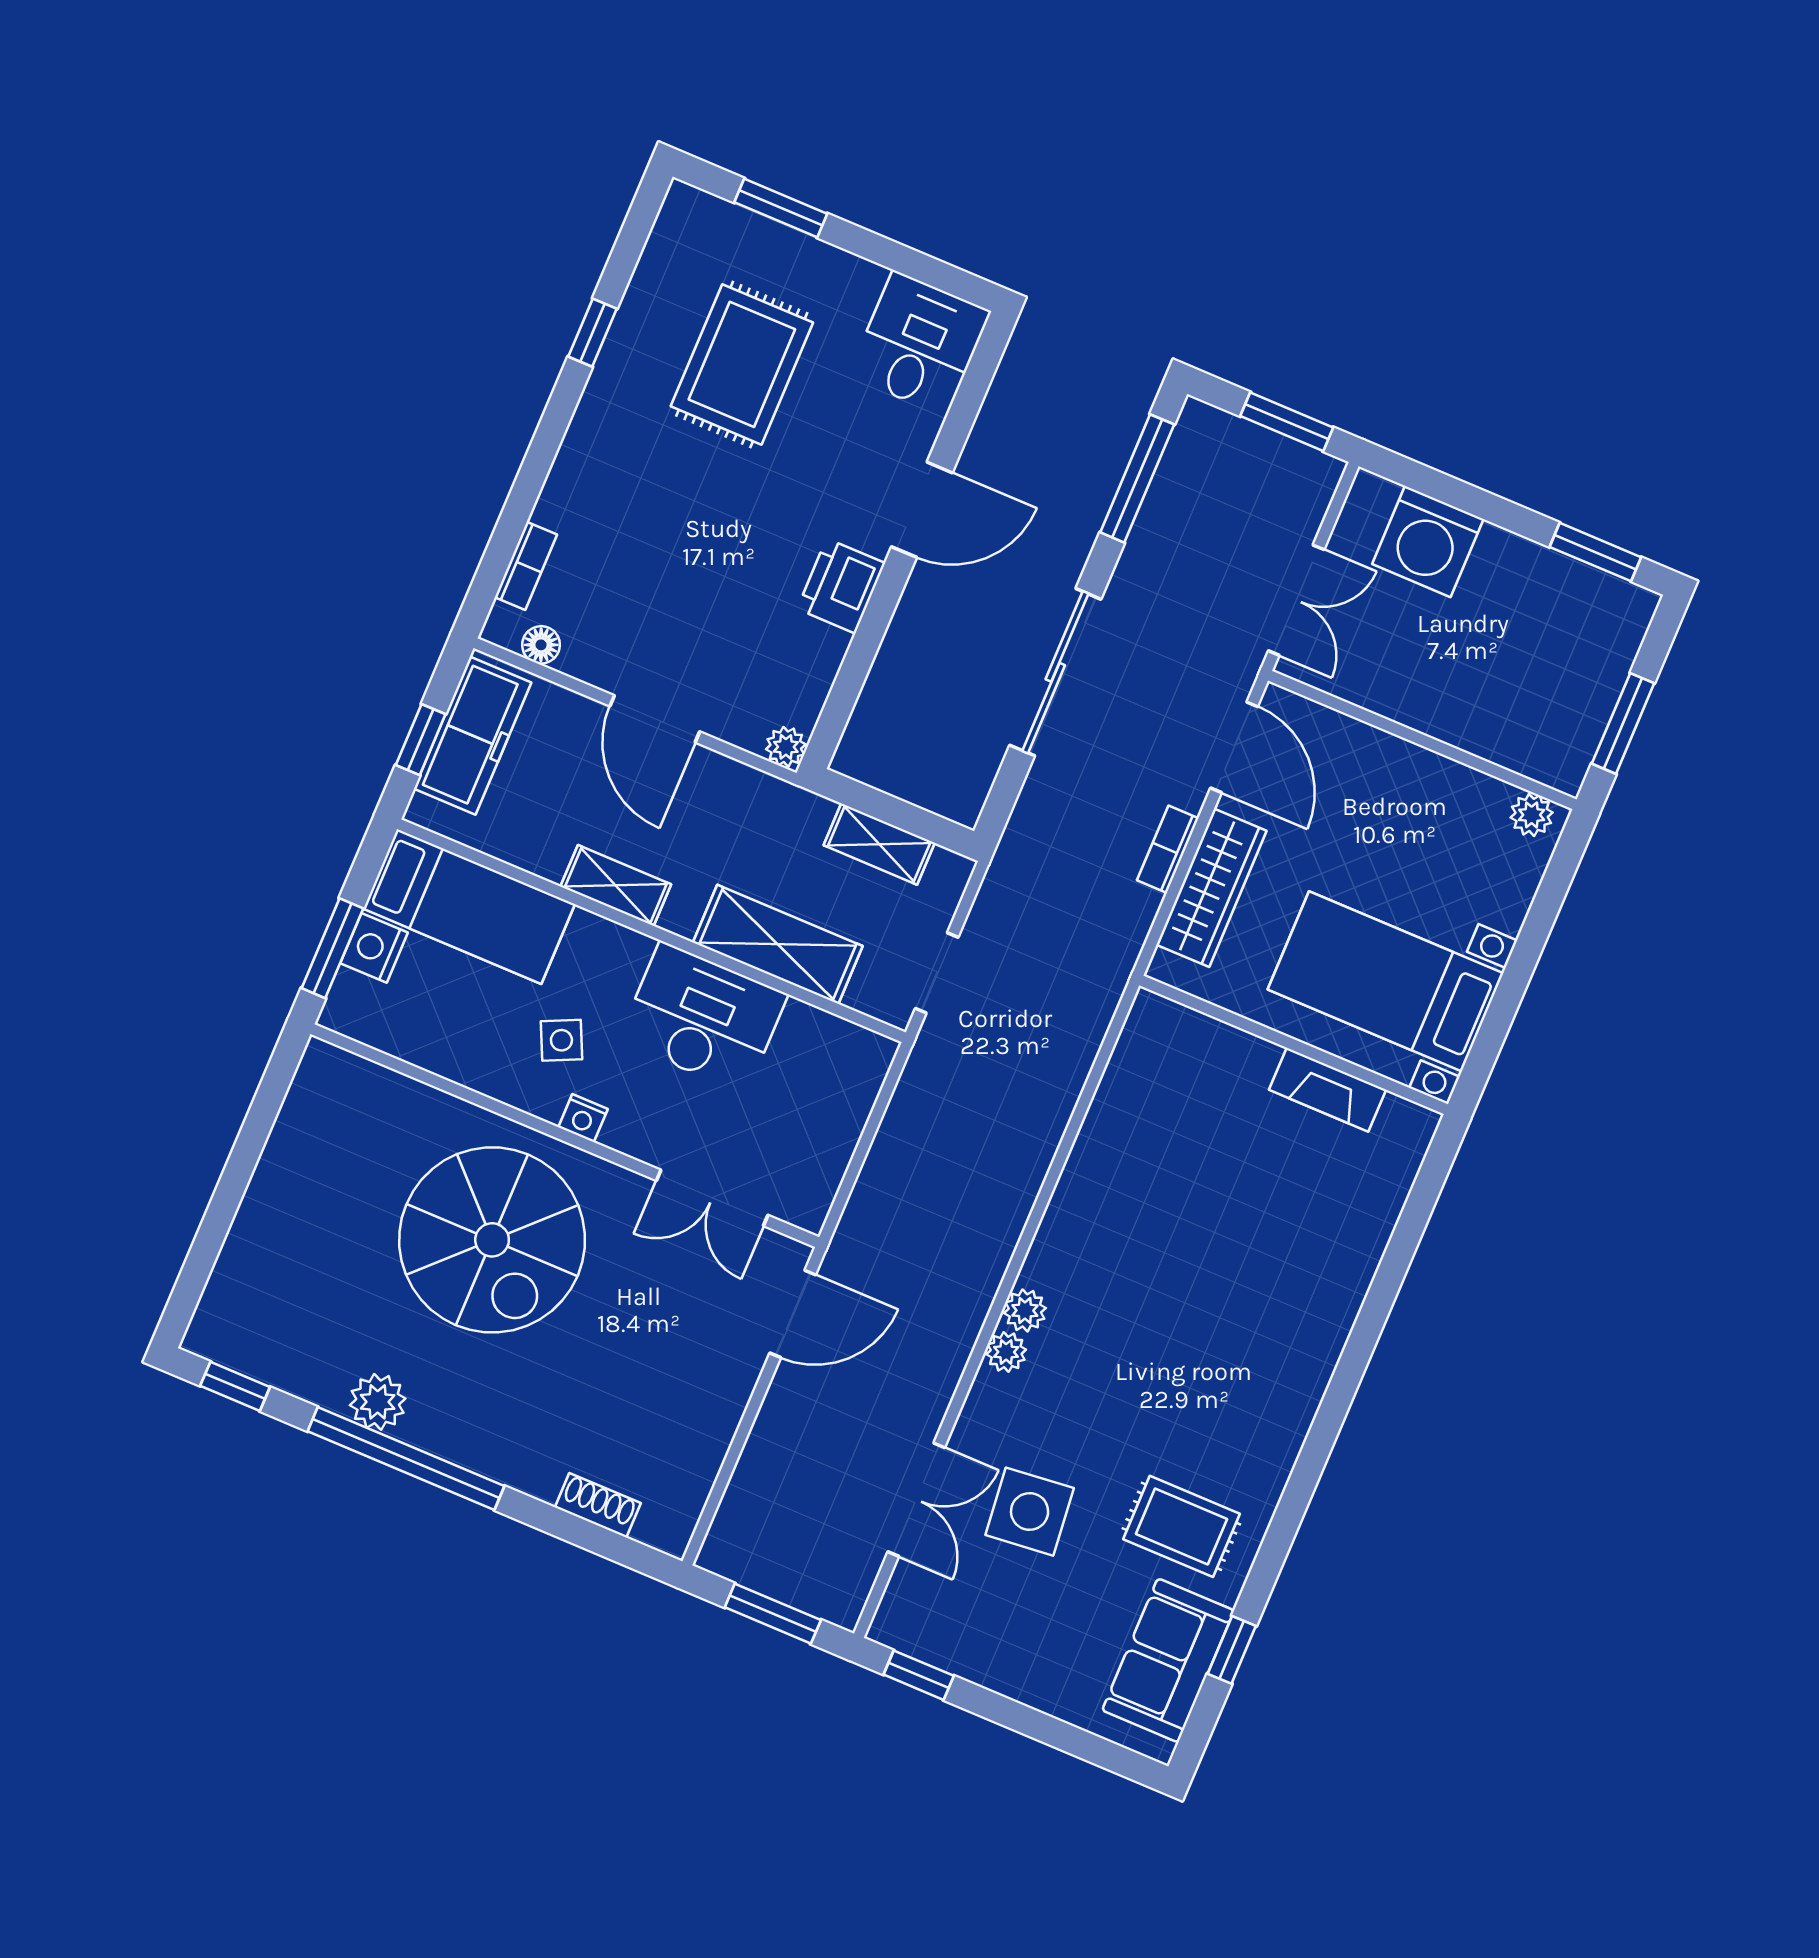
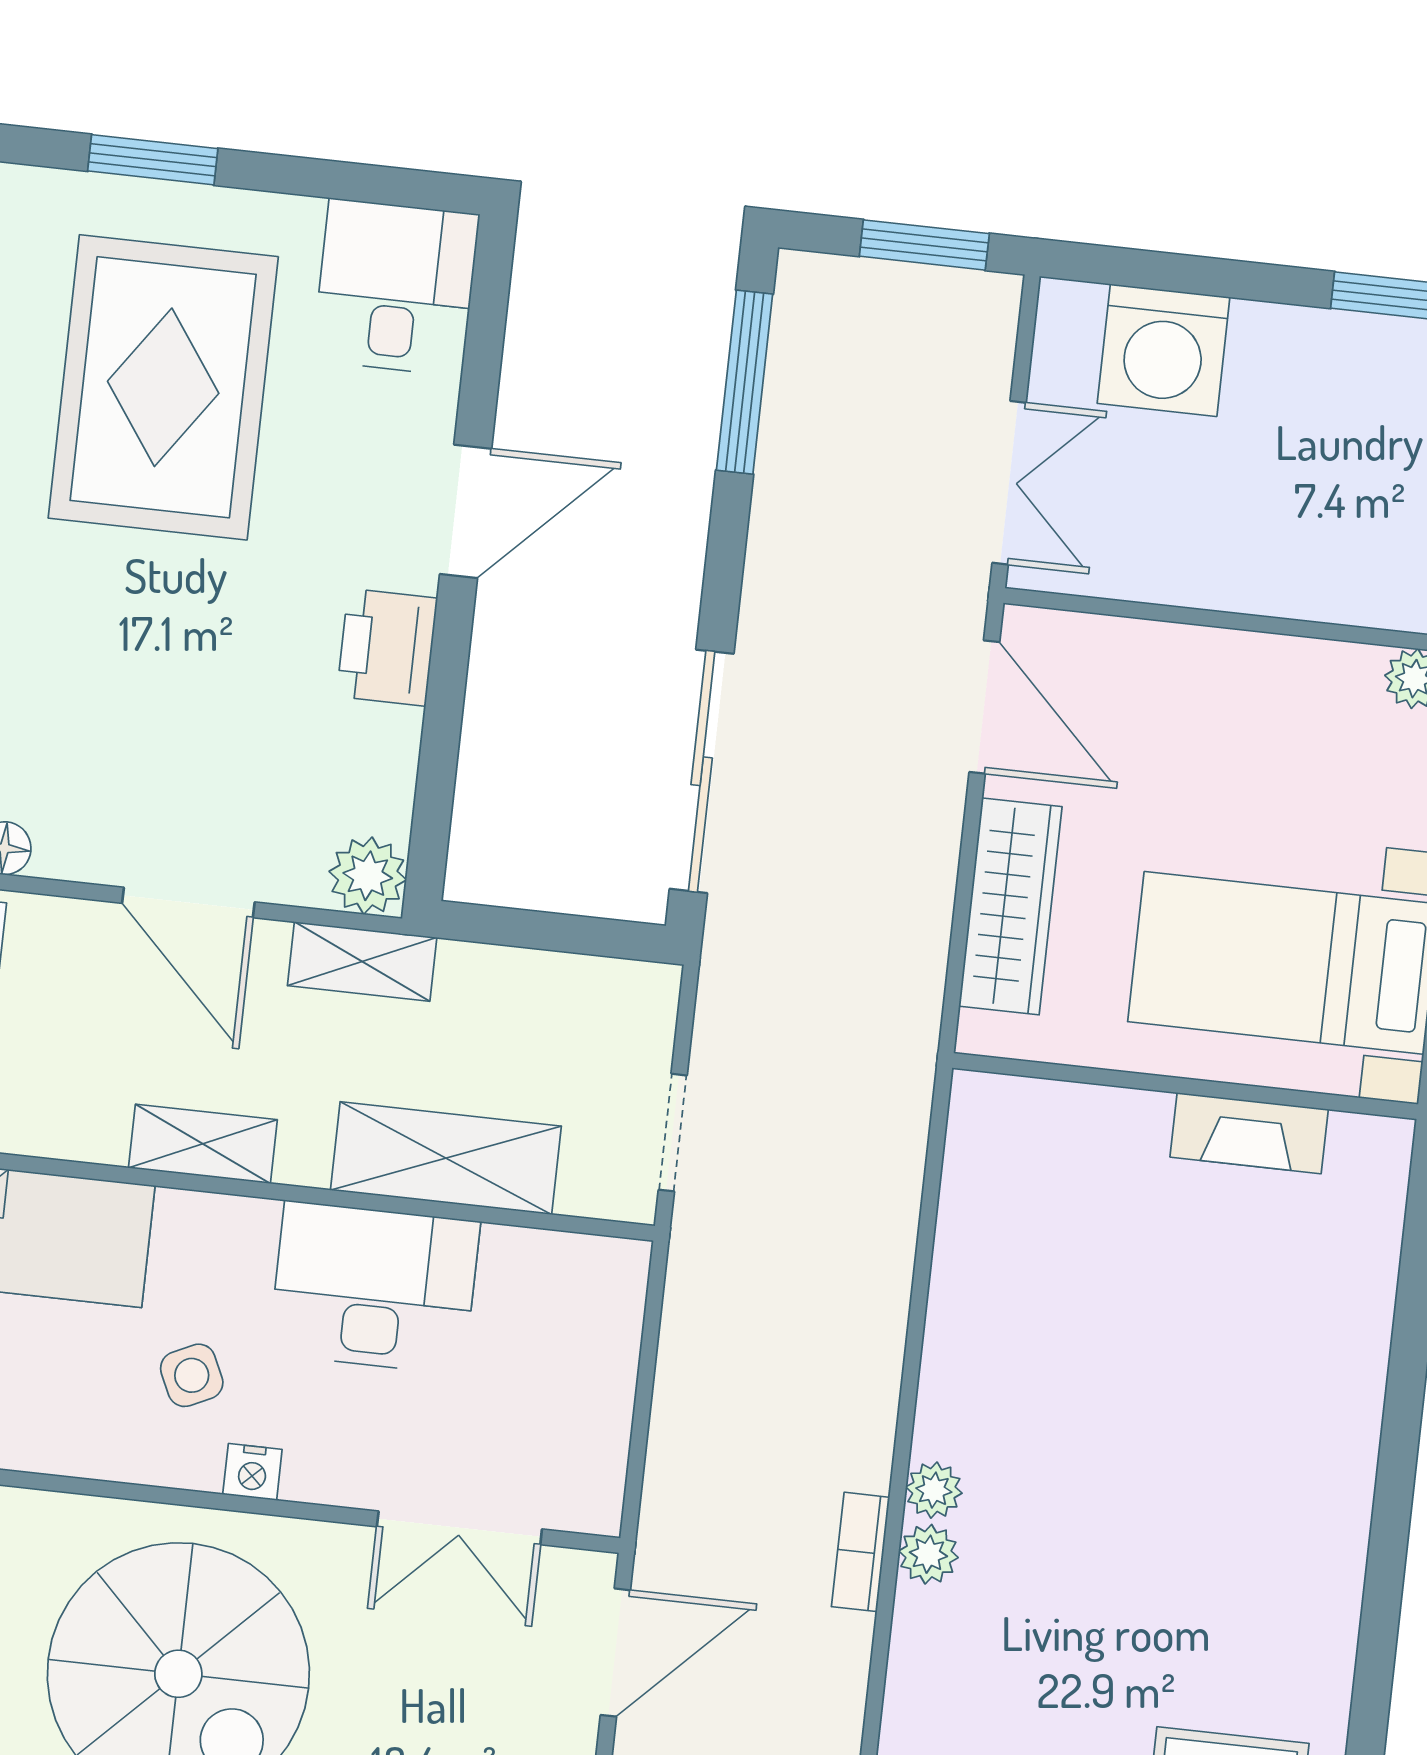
rug: (742, 364) -> (163, 387), width x1.37, depth x1.44
sliding door: (1055, 672) -> (702, 771), moved
plant: (786, 747) -> (368, 876), width x1.38, depth x1.38
shelving: (879, 844) -> (362, 962), moved
bookcase: (1168, 849) -> (861, 1552), moved
plant: (1006, 1352) -> (934, 1490), moved

